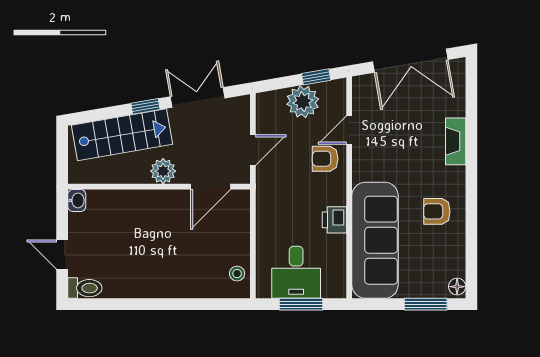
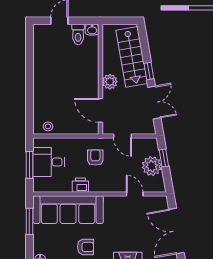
window: (316, 77) -> (164, 158), moved
armchair: (325, 159) -> (95, 158), moved
armchair: (437, 211) -> (86, 247), turned 90
toilet: (85, 288) -> (78, 34), moved
window: (426, 304) -> (29, 221), moved

